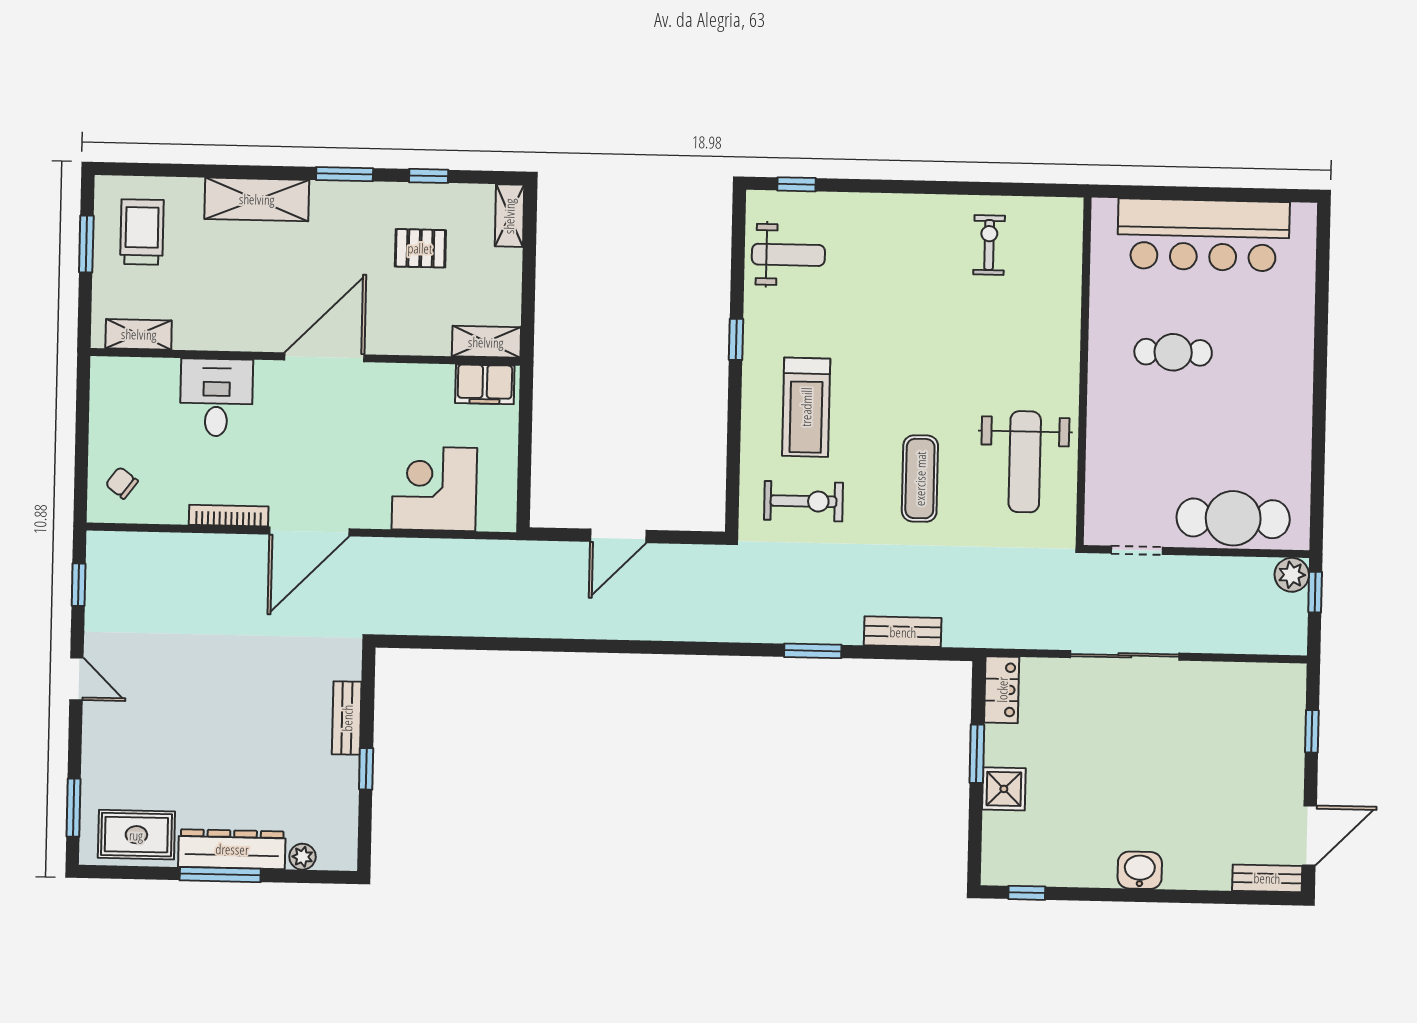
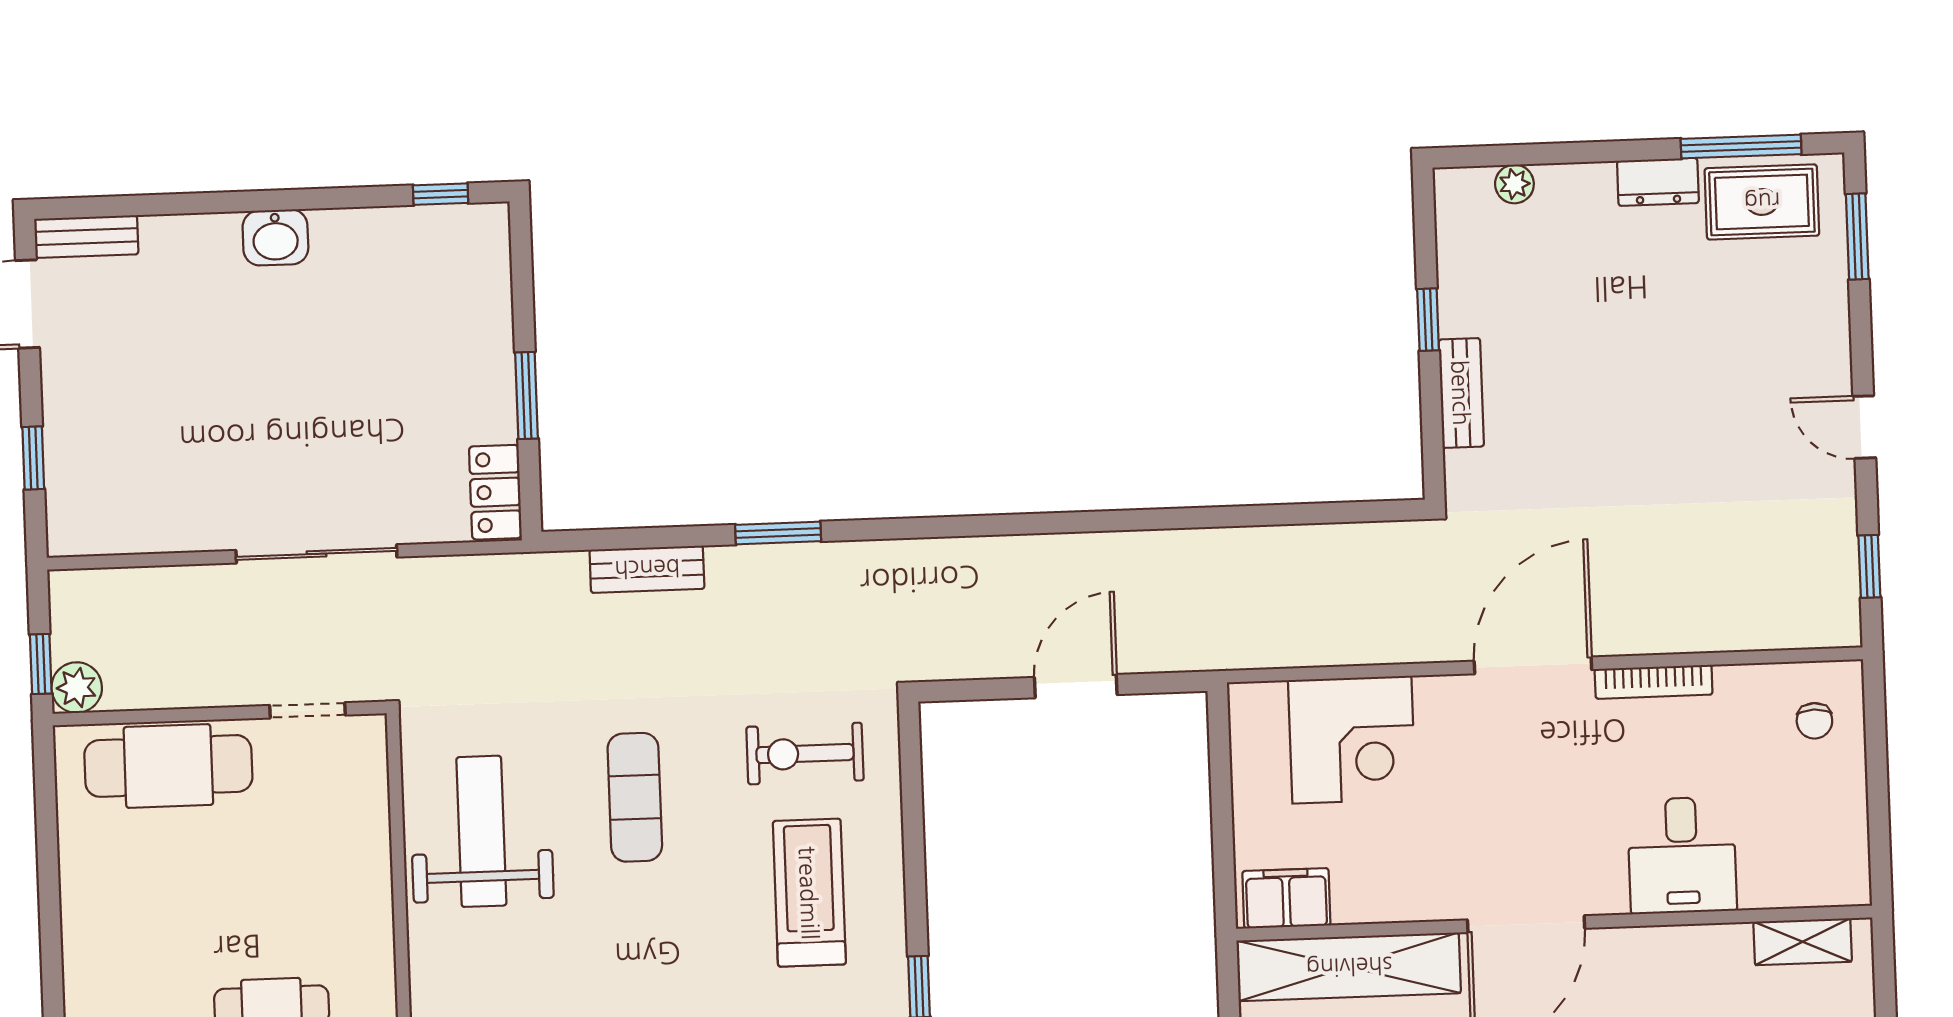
shelving: (486, 342) -> (1349, 967), width x2.20, depth x1.33
chair: (122, 483) -> (1814, 721), turned 53
shower: (1004, 789) -> (483, 346), removed
dresser: (232, 849) -> (1658, 182), width x0.51, depth x0.80
window: (220, 875) -> (1741, 146), moved

